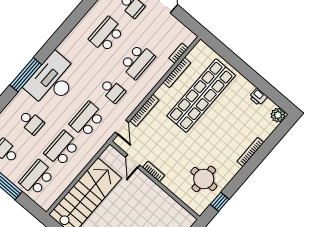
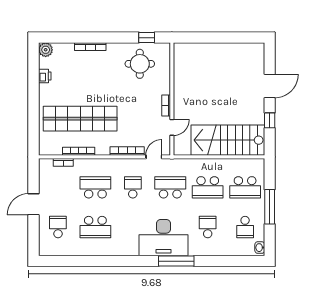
school desk: (87, 120) -> (170, 187), turned 180

